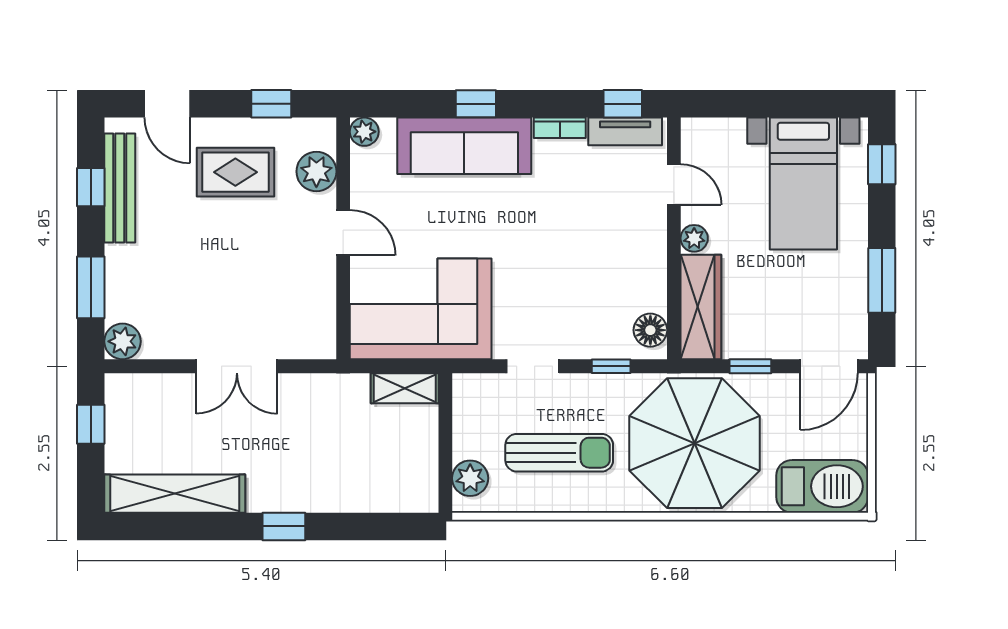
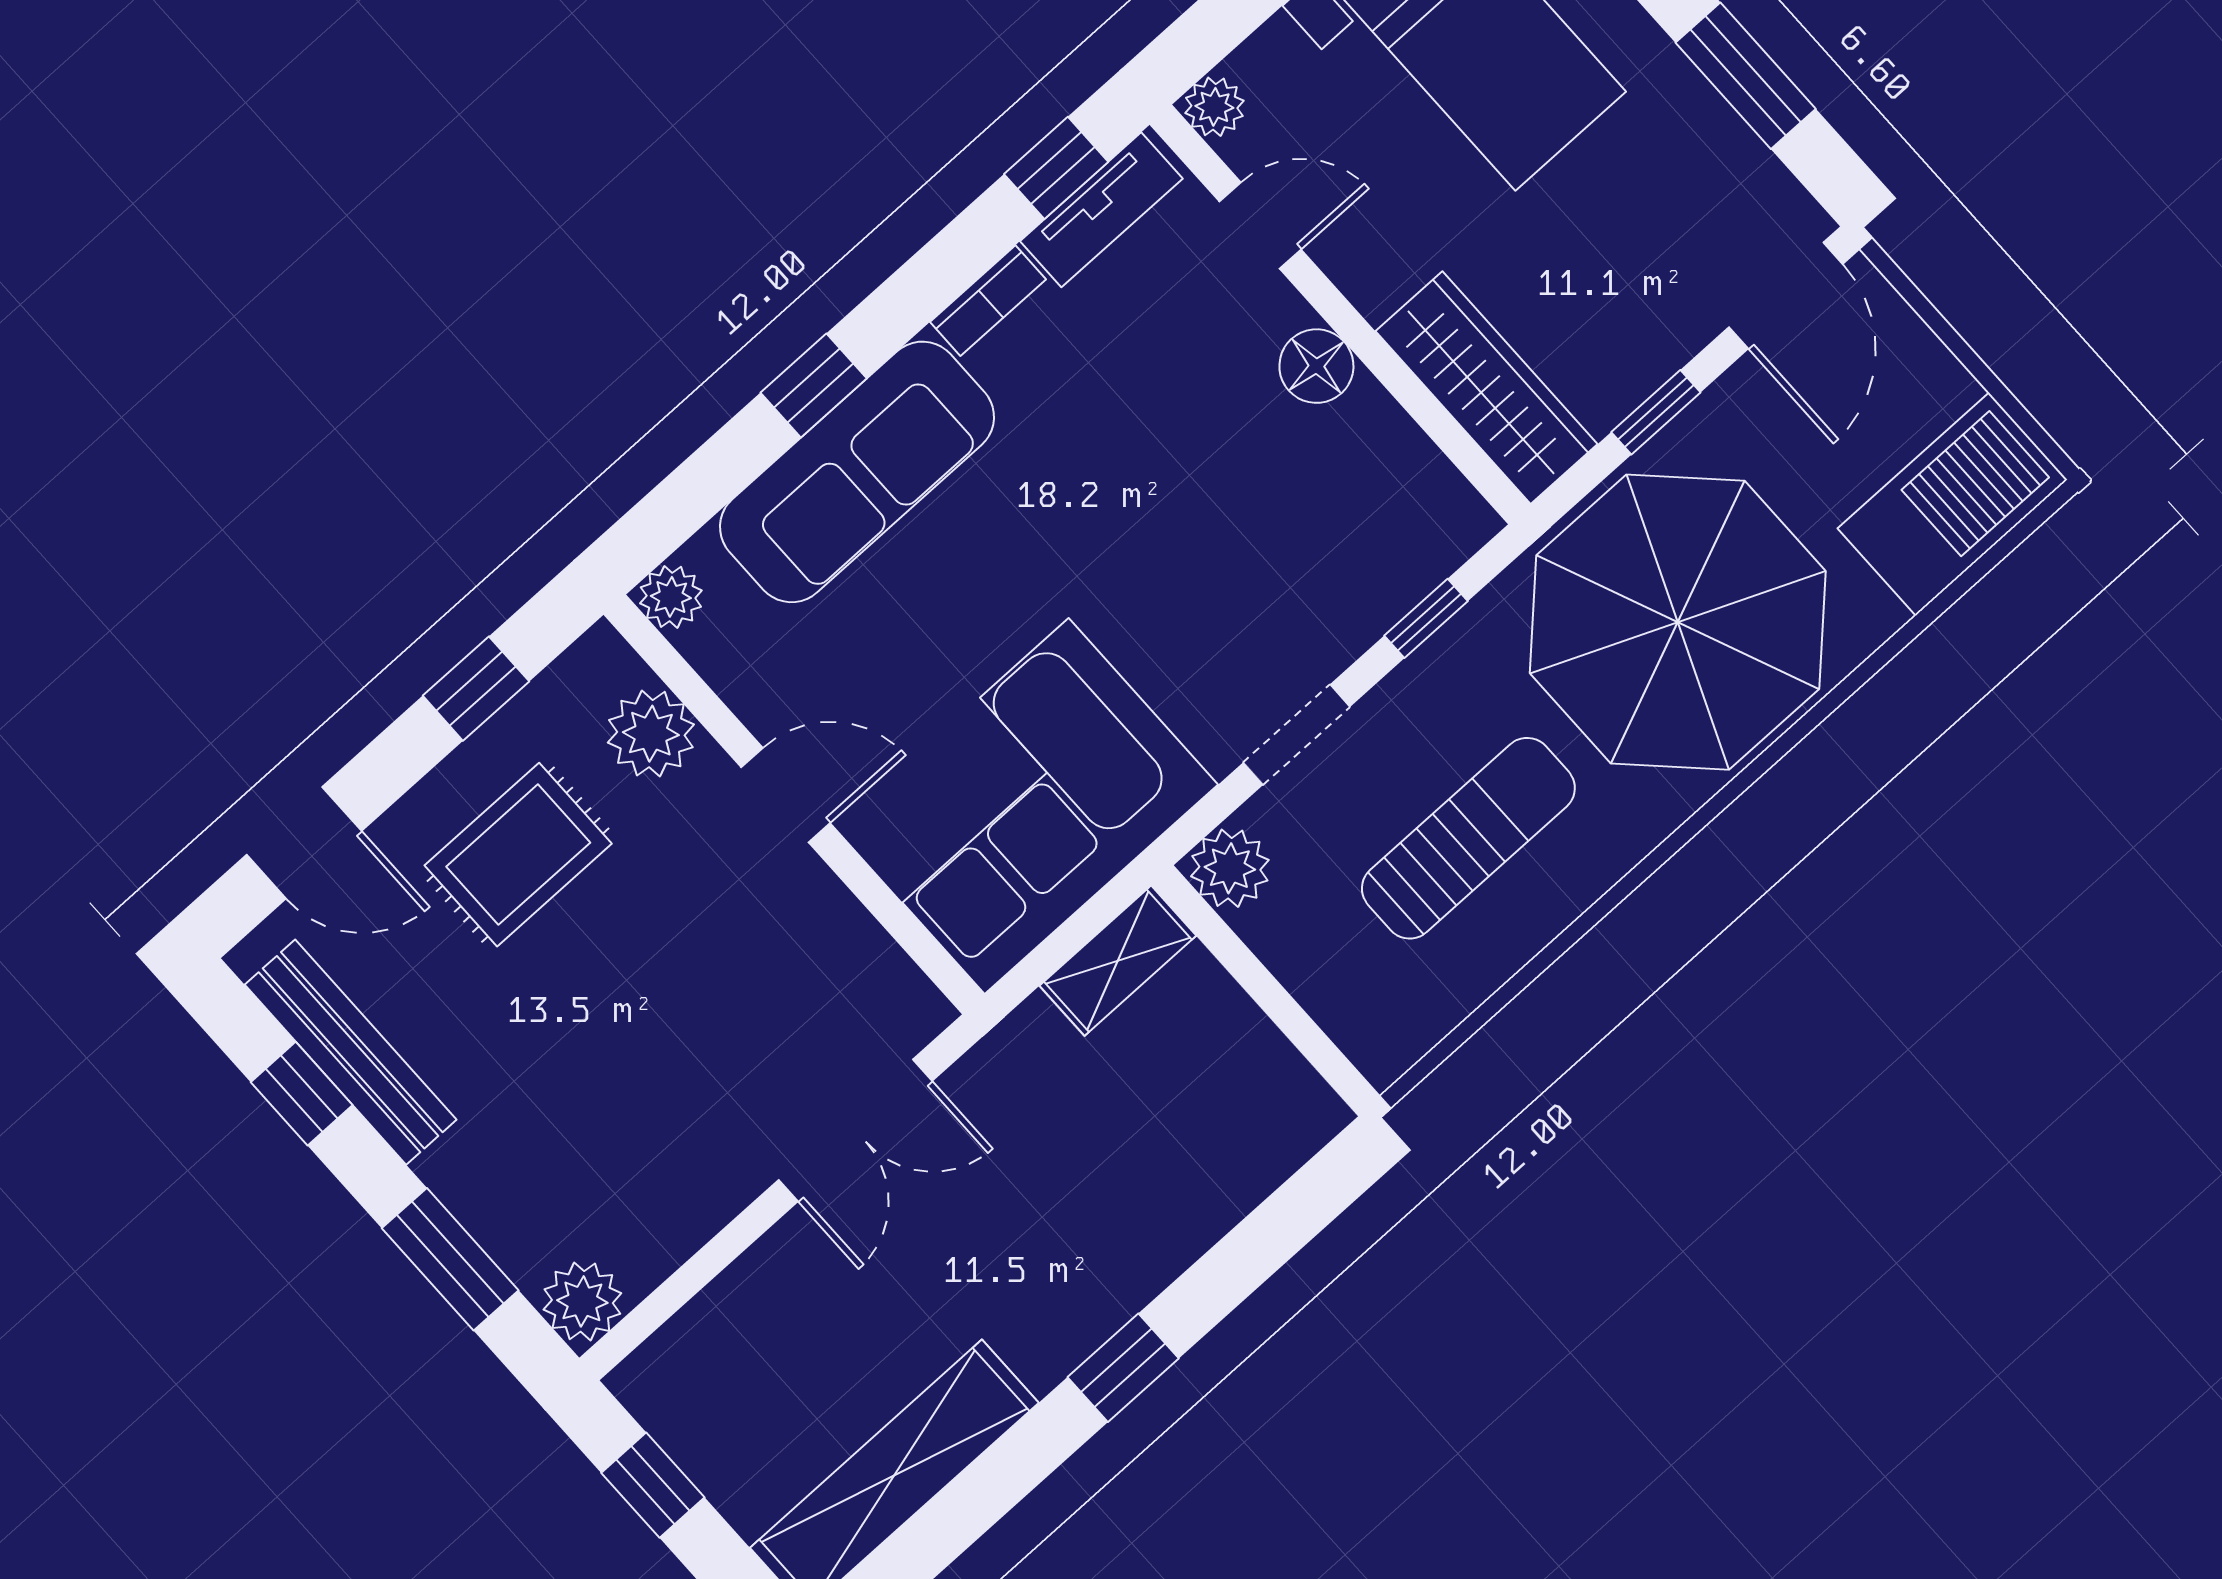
plant: (694, 238) -> (1214, 107), moved
floor lamp: (650, 330) -> (1316, 366), moved
double door: (237, 366) -> (855, 1130), moved
plant: (470, 478) -> (1230, 868), moved

